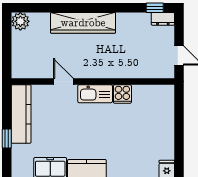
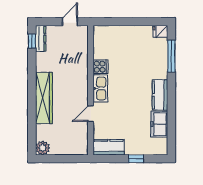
dresser: (163, 19) -> (41, 39), width x1.44
kitchen counter: (21, 114) -> (109, 147), width x0.67

